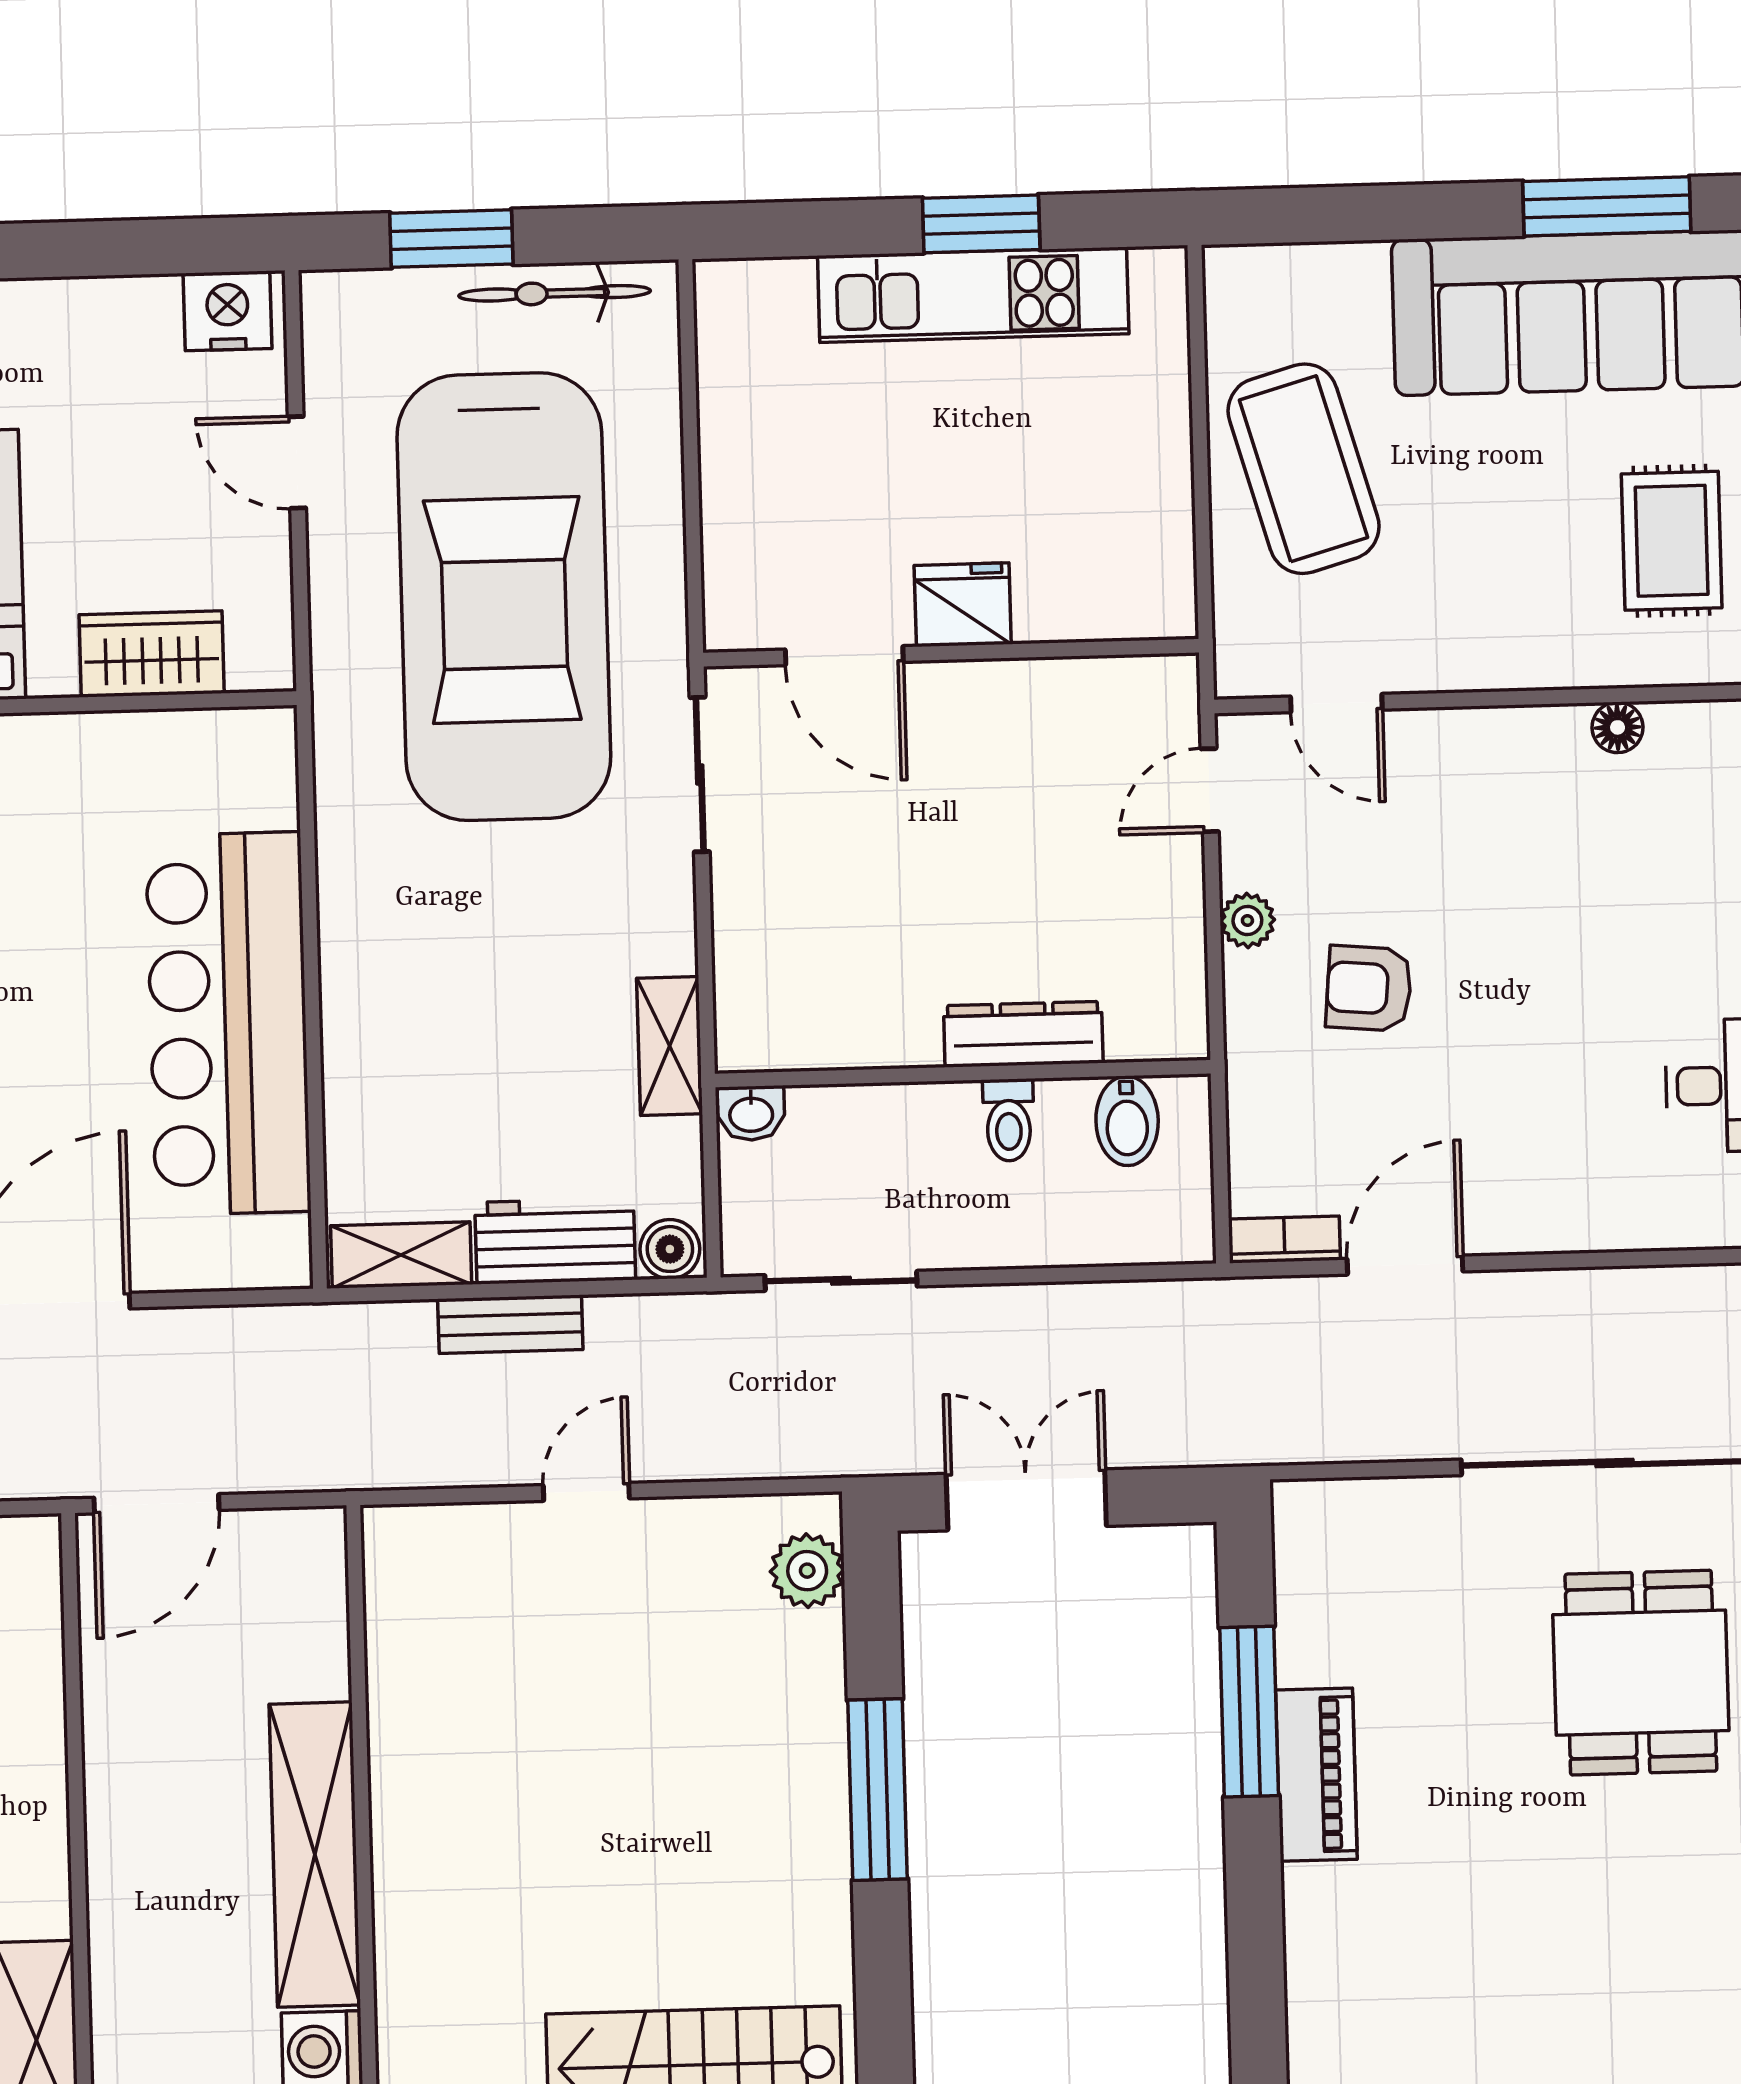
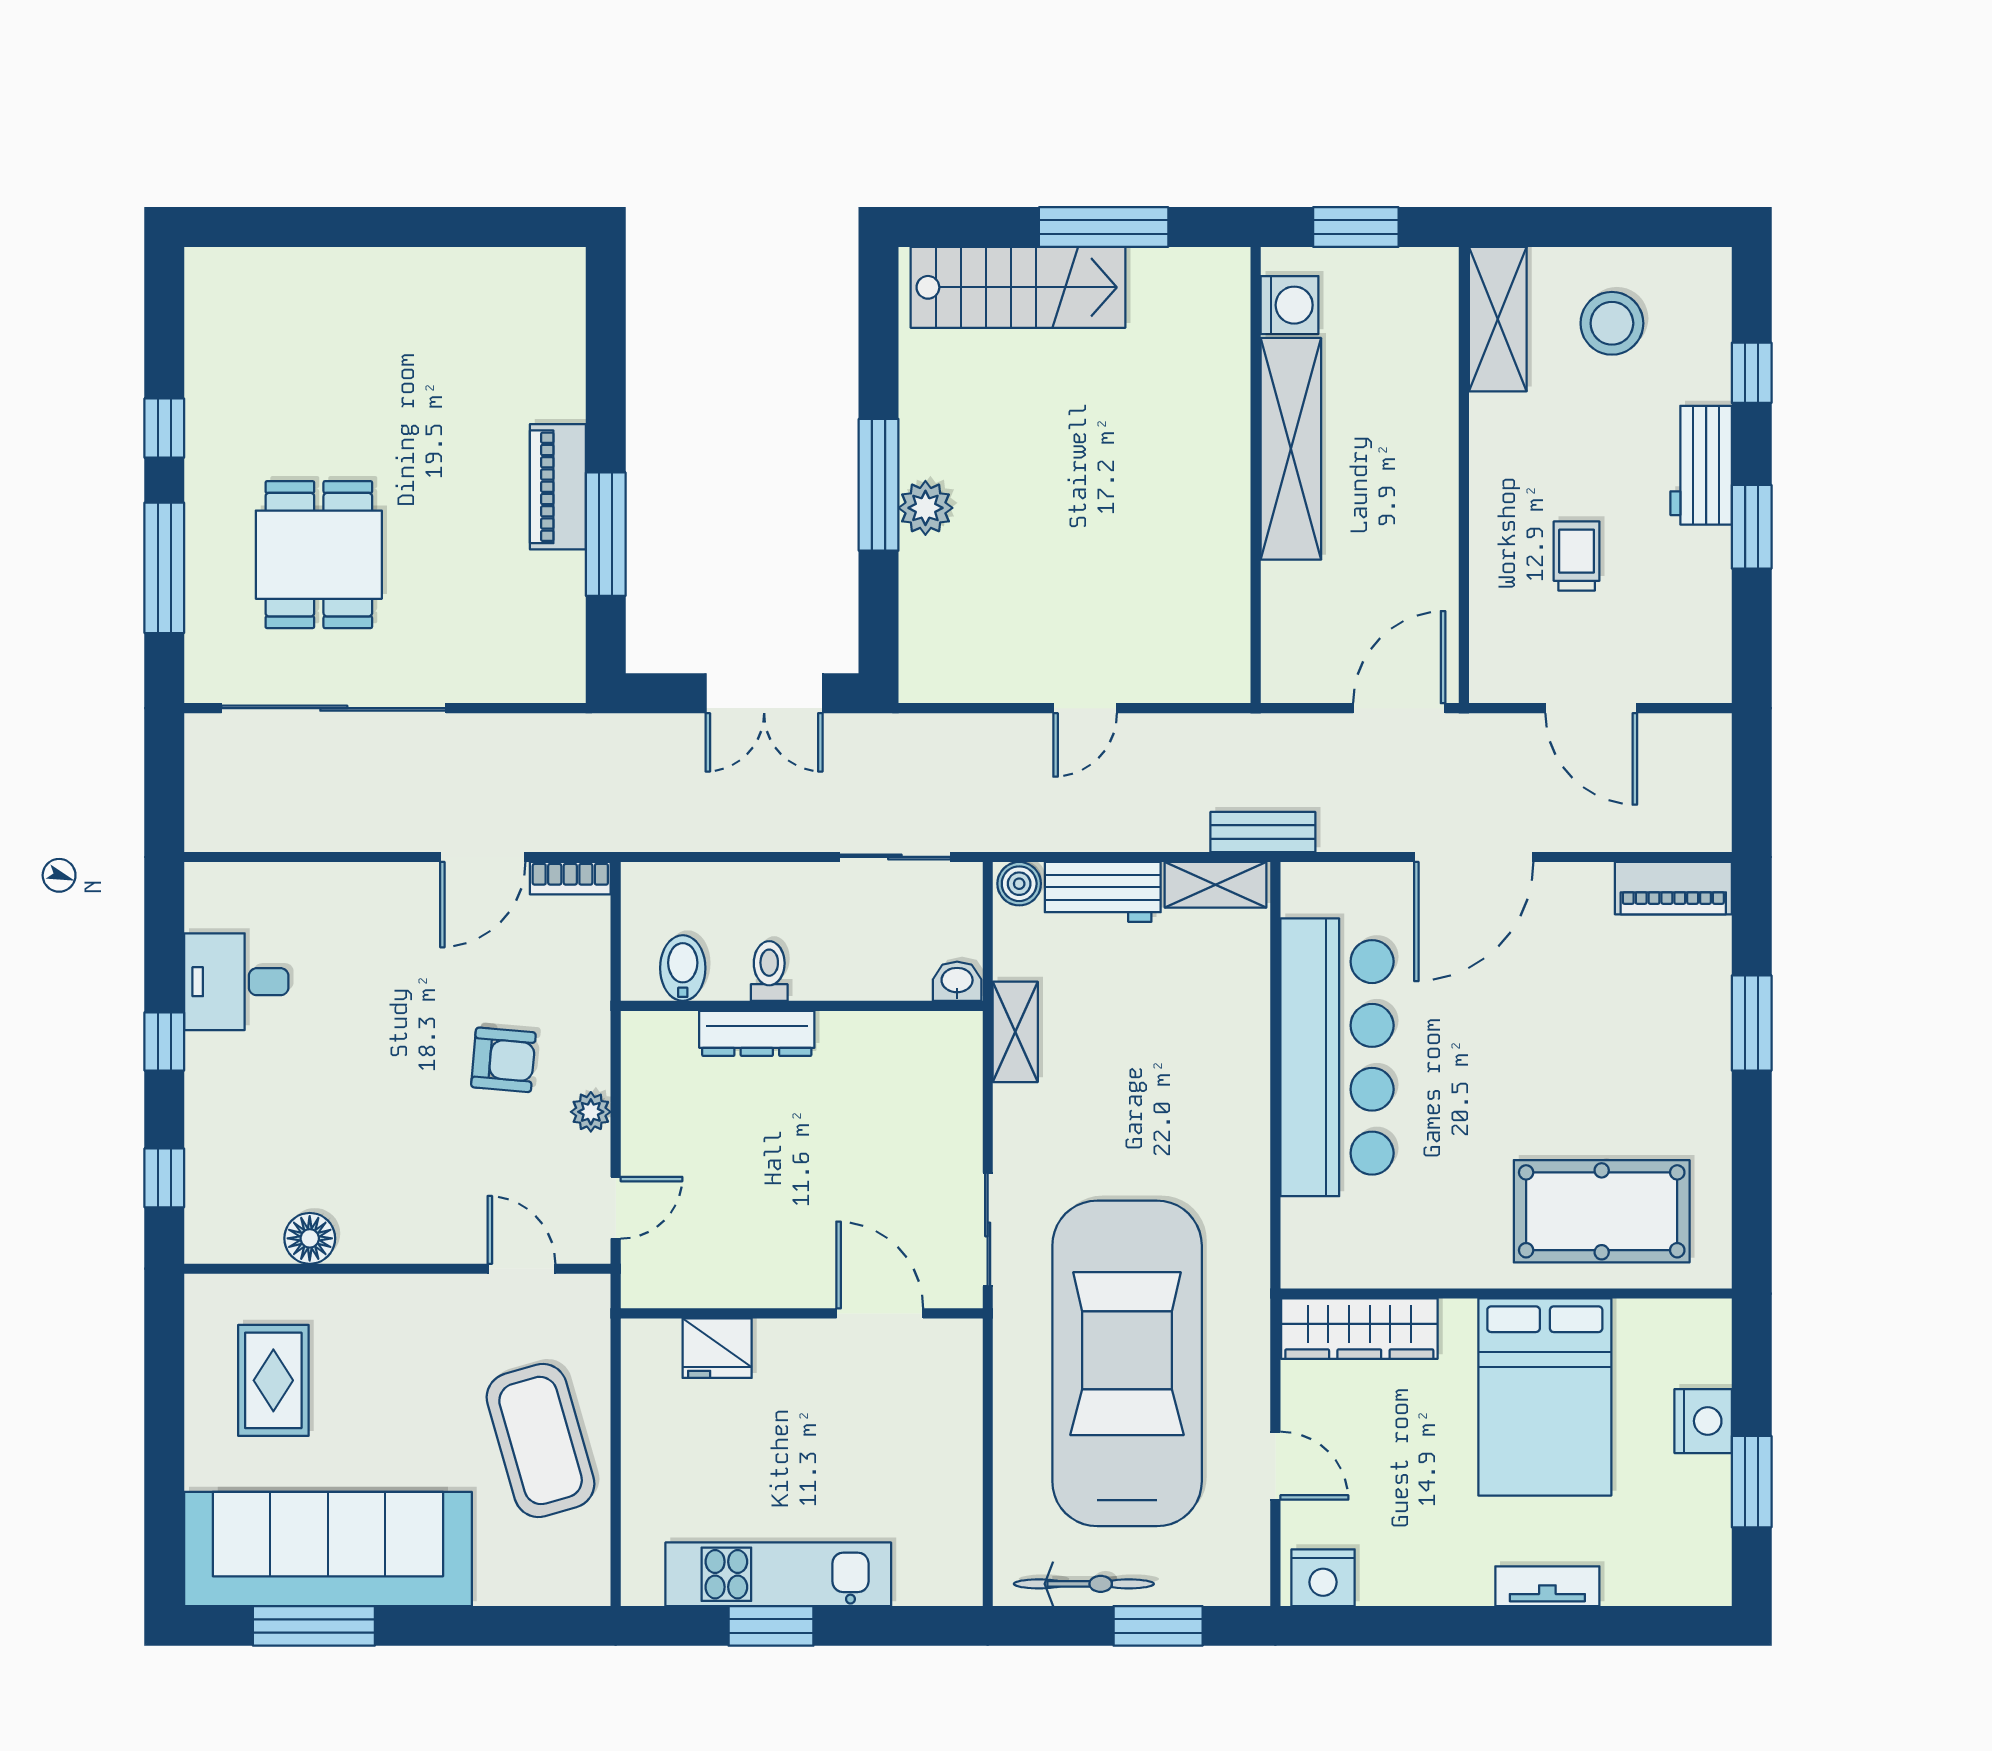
fridge: (963, 605) -> (717, 1348), moved
wardrobe: (152, 654) -> (1359, 1329), width x1.50
floor lamp: (1618, 727) -> (310, 1238), width x1.37, depth x1.37
bench: (510, 1324) -> (1263, 832), moved
plant: (807, 1571) -> (925, 508), moved

